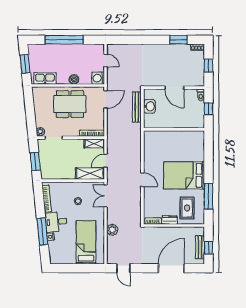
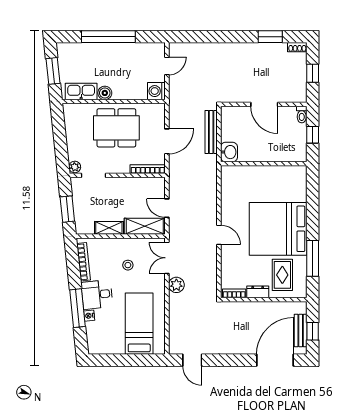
door: (105, 60) -> (167, 66), hinge flipped
boiler: (74, 79) -> (105, 93), moved
door: (105, 99) -> (167, 141), moved
washbasin: (149, 106) -> (229, 152), moved
shelving: (94, 143) -> (109, 228), moved
door: (105, 161) -> (167, 208), hinge flipped
bed: (184, 175) -> (278, 229), width x1.36
plant: (112, 230) -> (176, 285), moved
door: (171, 268) -> (275, 360), moved

